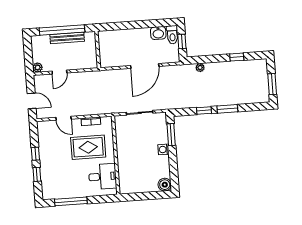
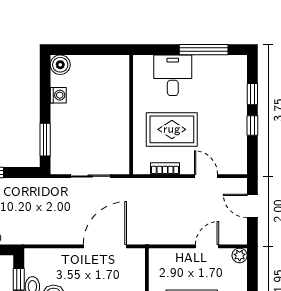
door: (145, 66) -> (105, 246), moved
washing machine: (164, 149) -> (58, 95), moved
desk: (103, 177) -> (173, 75), moved, turned 90

